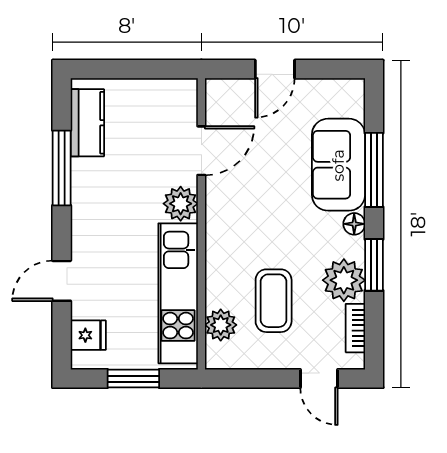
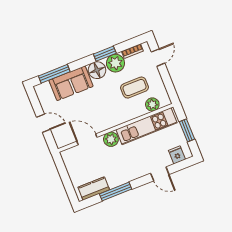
window: (374, 170) -> (54, 74), moved
floor lamp: (354, 224) -> (97, 70), width x1.89, depth x1.89

